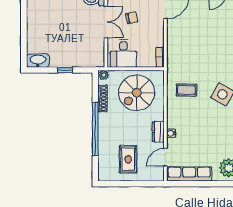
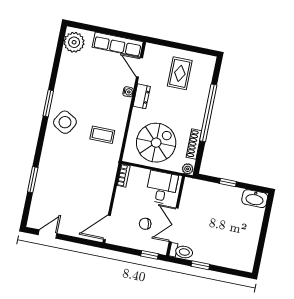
door: (165, 157) -> (139, 67), swing flipped

